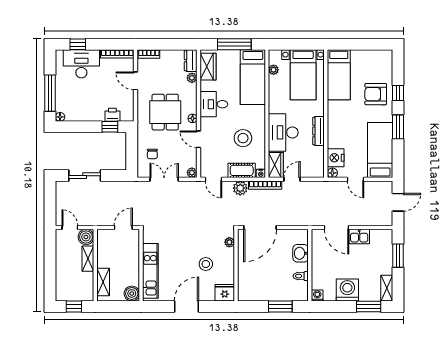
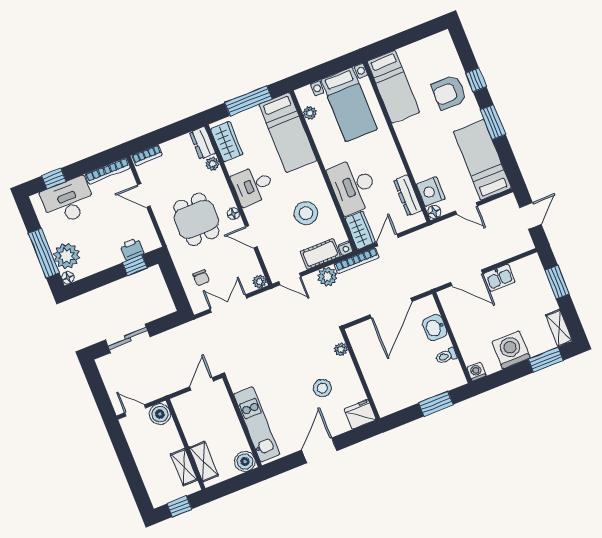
plant: (65, 101) -> (67, 256), added
dresser: (319, 131) -> (408, 195), moved
door: (260, 228) -> (391, 308), moved
shelving: (88, 259) -> (184, 467), moved

